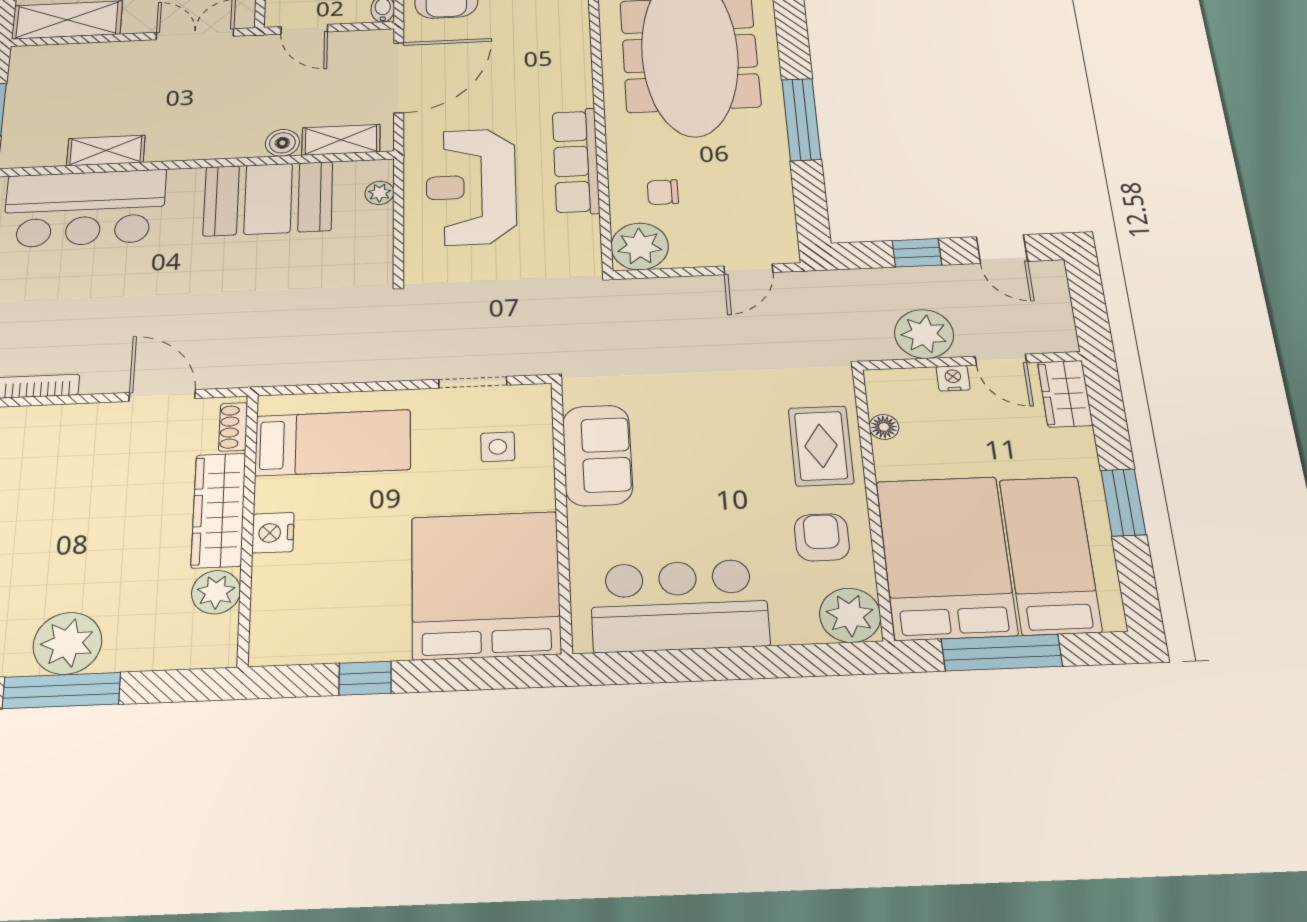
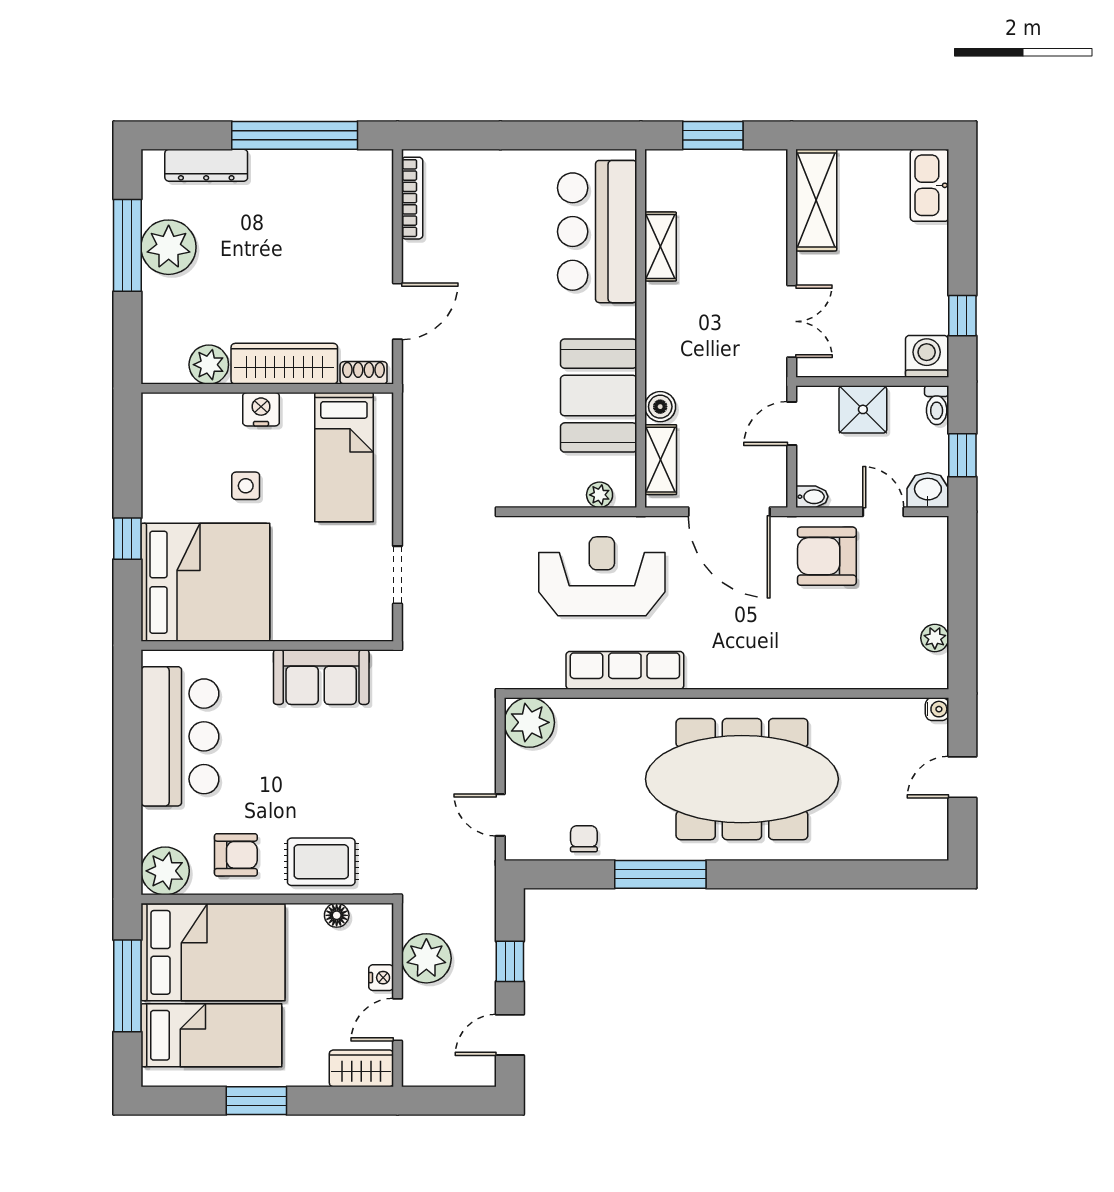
chair: (663, 192) -> (584, 839), moved
side table: (498, 447) -> (246, 486), moved
window: (365, 678) -> (127, 539), moved

